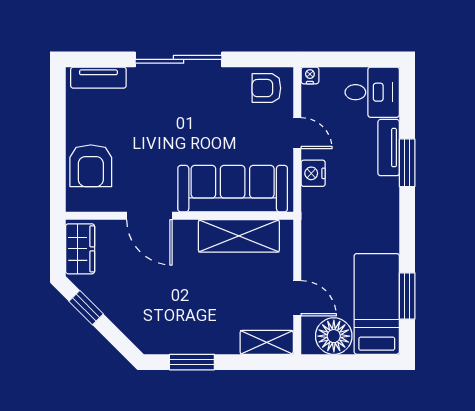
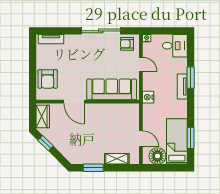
sliding door: (179, 59) -> (101, 31), moved
tv unit: (389, 148) -> (182, 87), moved
nightstand: (313, 173) -> (148, 97), moved
shelving: (239, 236) -> (115, 111), removed
shelving: (267, 342) -> (117, 159), moved

